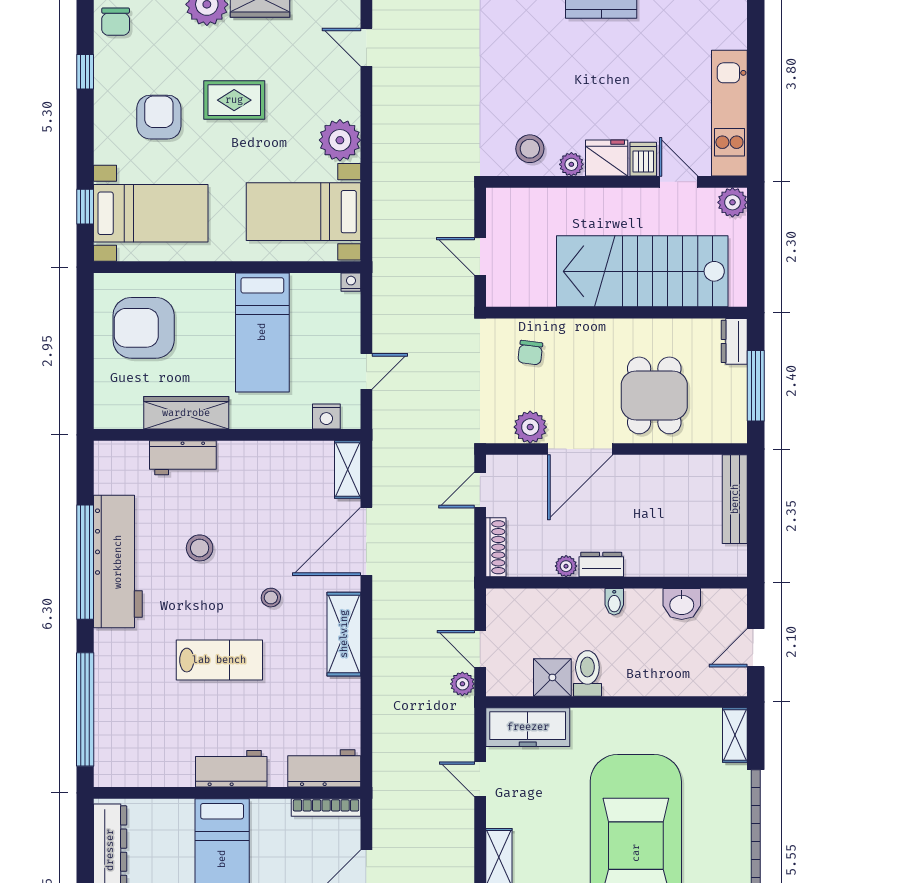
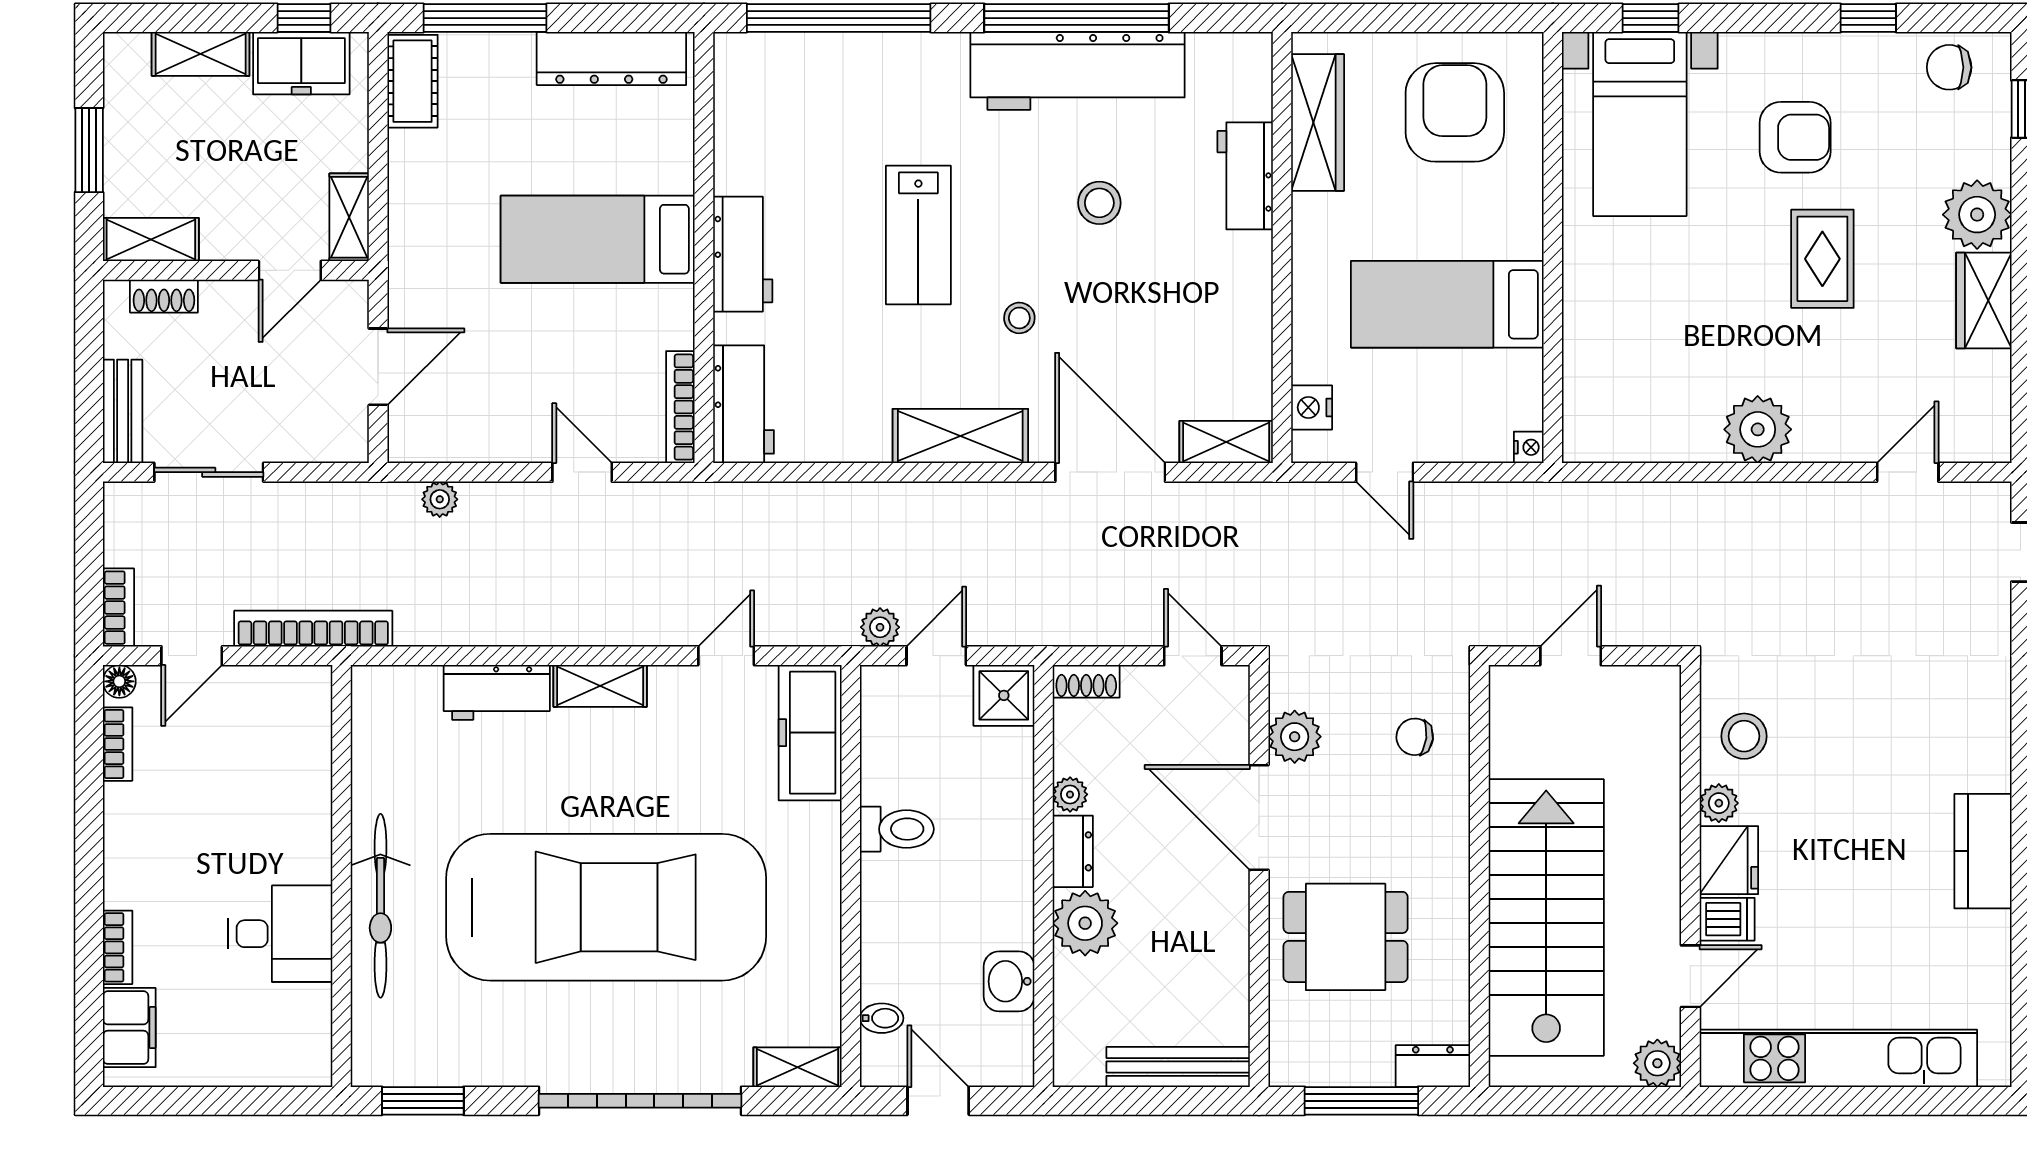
kitchen unit: (729, 113) -> (1838, 1058), width x1.36
bed with nightstands: (304, 212) -> (1642, 371), removed
wardrobe: (186, 413) -> (1318, 122), moved
shoe rack: (496, 547) -> (1086, 681), width x0.70
plant: (646, 557) -> (1085, 923), added
bidet: (614, 602) -> (882, 1018), moved, turned 180
shower: (552, 677) -> (1004, 695), moved

